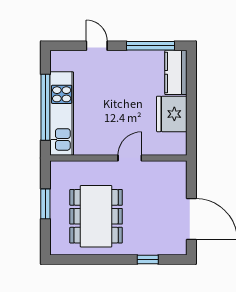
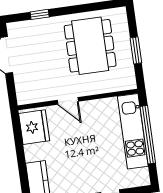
fridge: (172, 114) -> (34, 127), moved
door: (130, 158) -> (68, 101), hinge flipped

